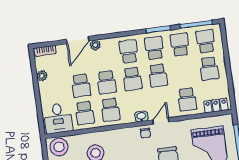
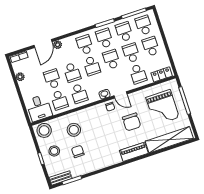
school desk: (209, 69) -> (151, 46), turned 180
school desk: (184, 72) -> (131, 53), added
school desk: (158, 75) -> (111, 59), turned 180
school desk: (81, 86) -> (52, 79), turned 180
door: (161, 121) -> (120, 95), swing flipped

